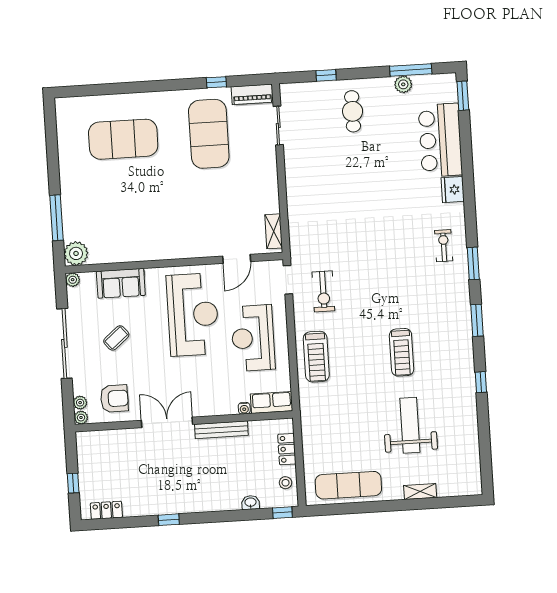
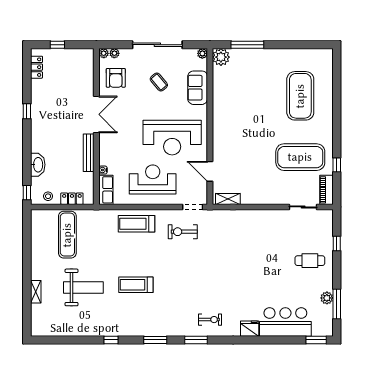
exercise mat: (348, 485) -> (67, 235), moved
washbasin: (251, 503) -> (38, 165), width x1.91, depth x1.45

